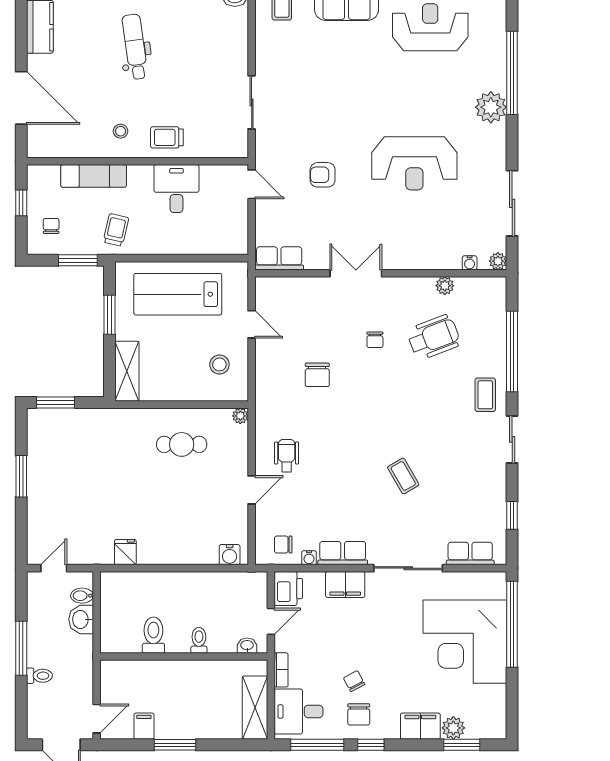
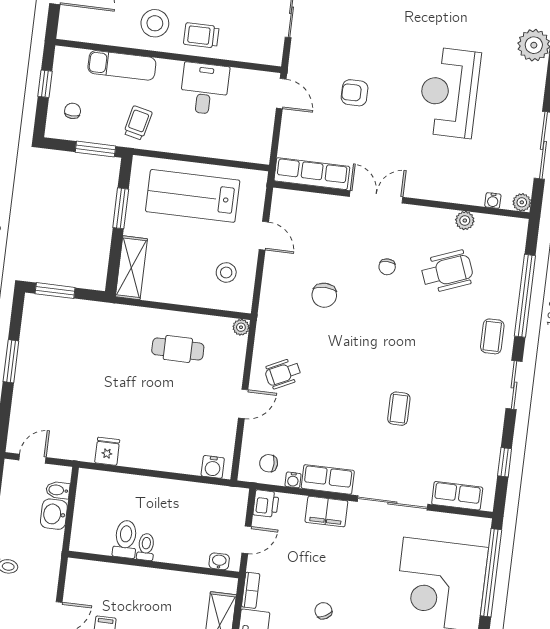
stool: (121, 131) -> (155, 23), width x1.89, depth x1.89
reception desk: (414, 163) -> (449, 92), turned 90
row of seats: (279, 258) -> (312, 174), width x1.48
wheelchair: (287, 456) -> (283, 373), turned -116
coffee table: (403, 476) -> (399, 409), turned 30
printer: (288, 589) -> (266, 504), width x0.73, depth x0.81
toilet: (199, 640) -> (146, 547), moved

